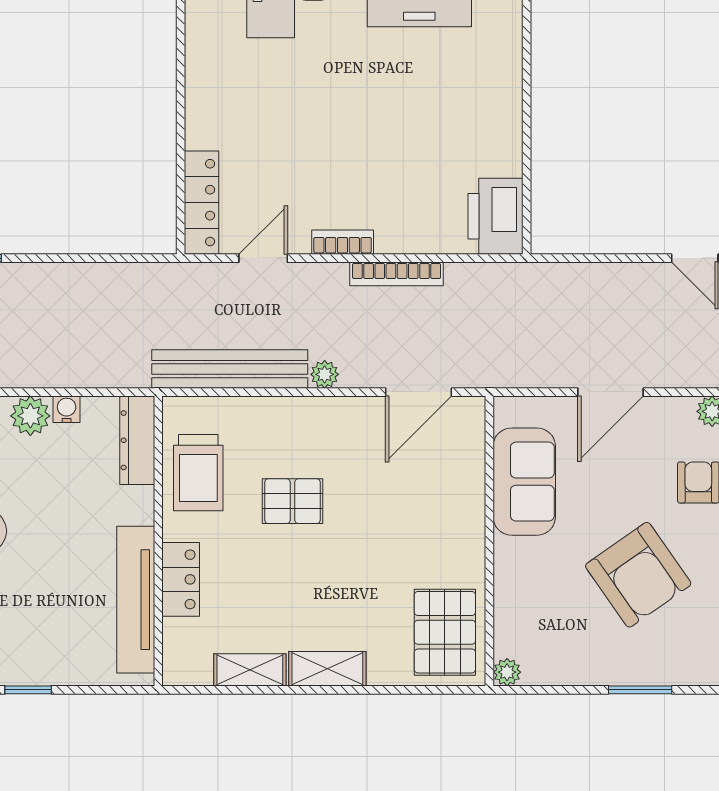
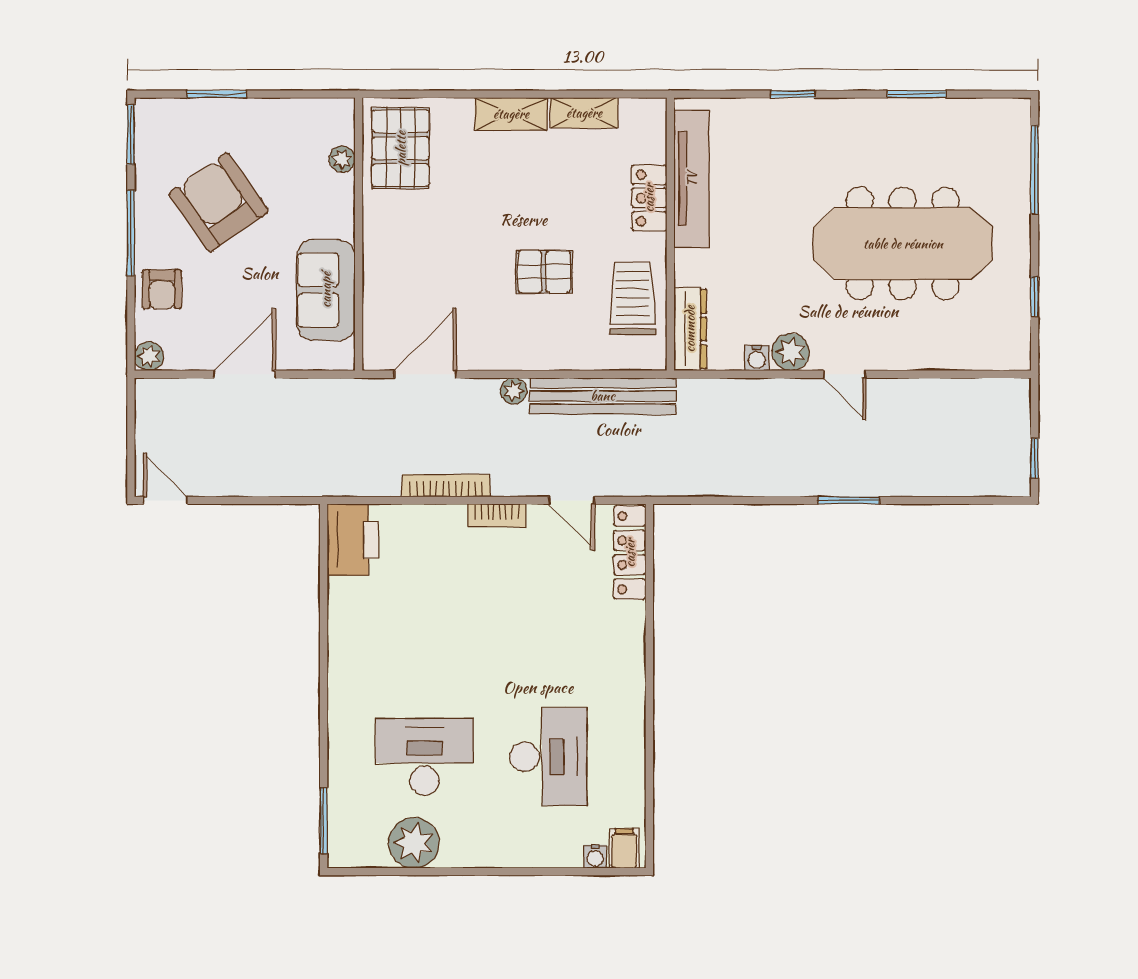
door: (263, 258) -> (572, 500), hinge flipped
plant: (507, 672) -> (342, 159), moved

